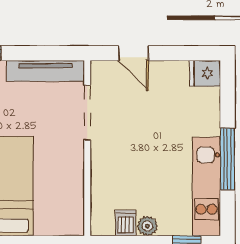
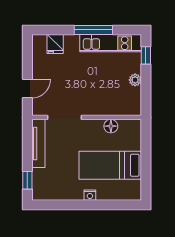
fridge: (205, 73) -> (55, 44), moved
floor lamp: (73, 187) -> (111, 126), added
dishwasher: (126, 223) -> (133, 94), removed

